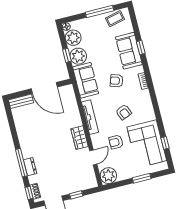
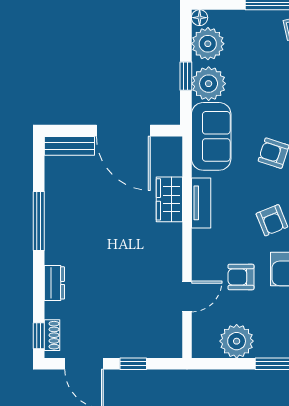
tv unit: (90, 117) -> (201, 203), width x0.71
wardrobe: (80, 138) -> (169, 199), moved
window: (21, 163) -> (39, 221), moved
plant: (108, 176) -> (237, 341), moved

